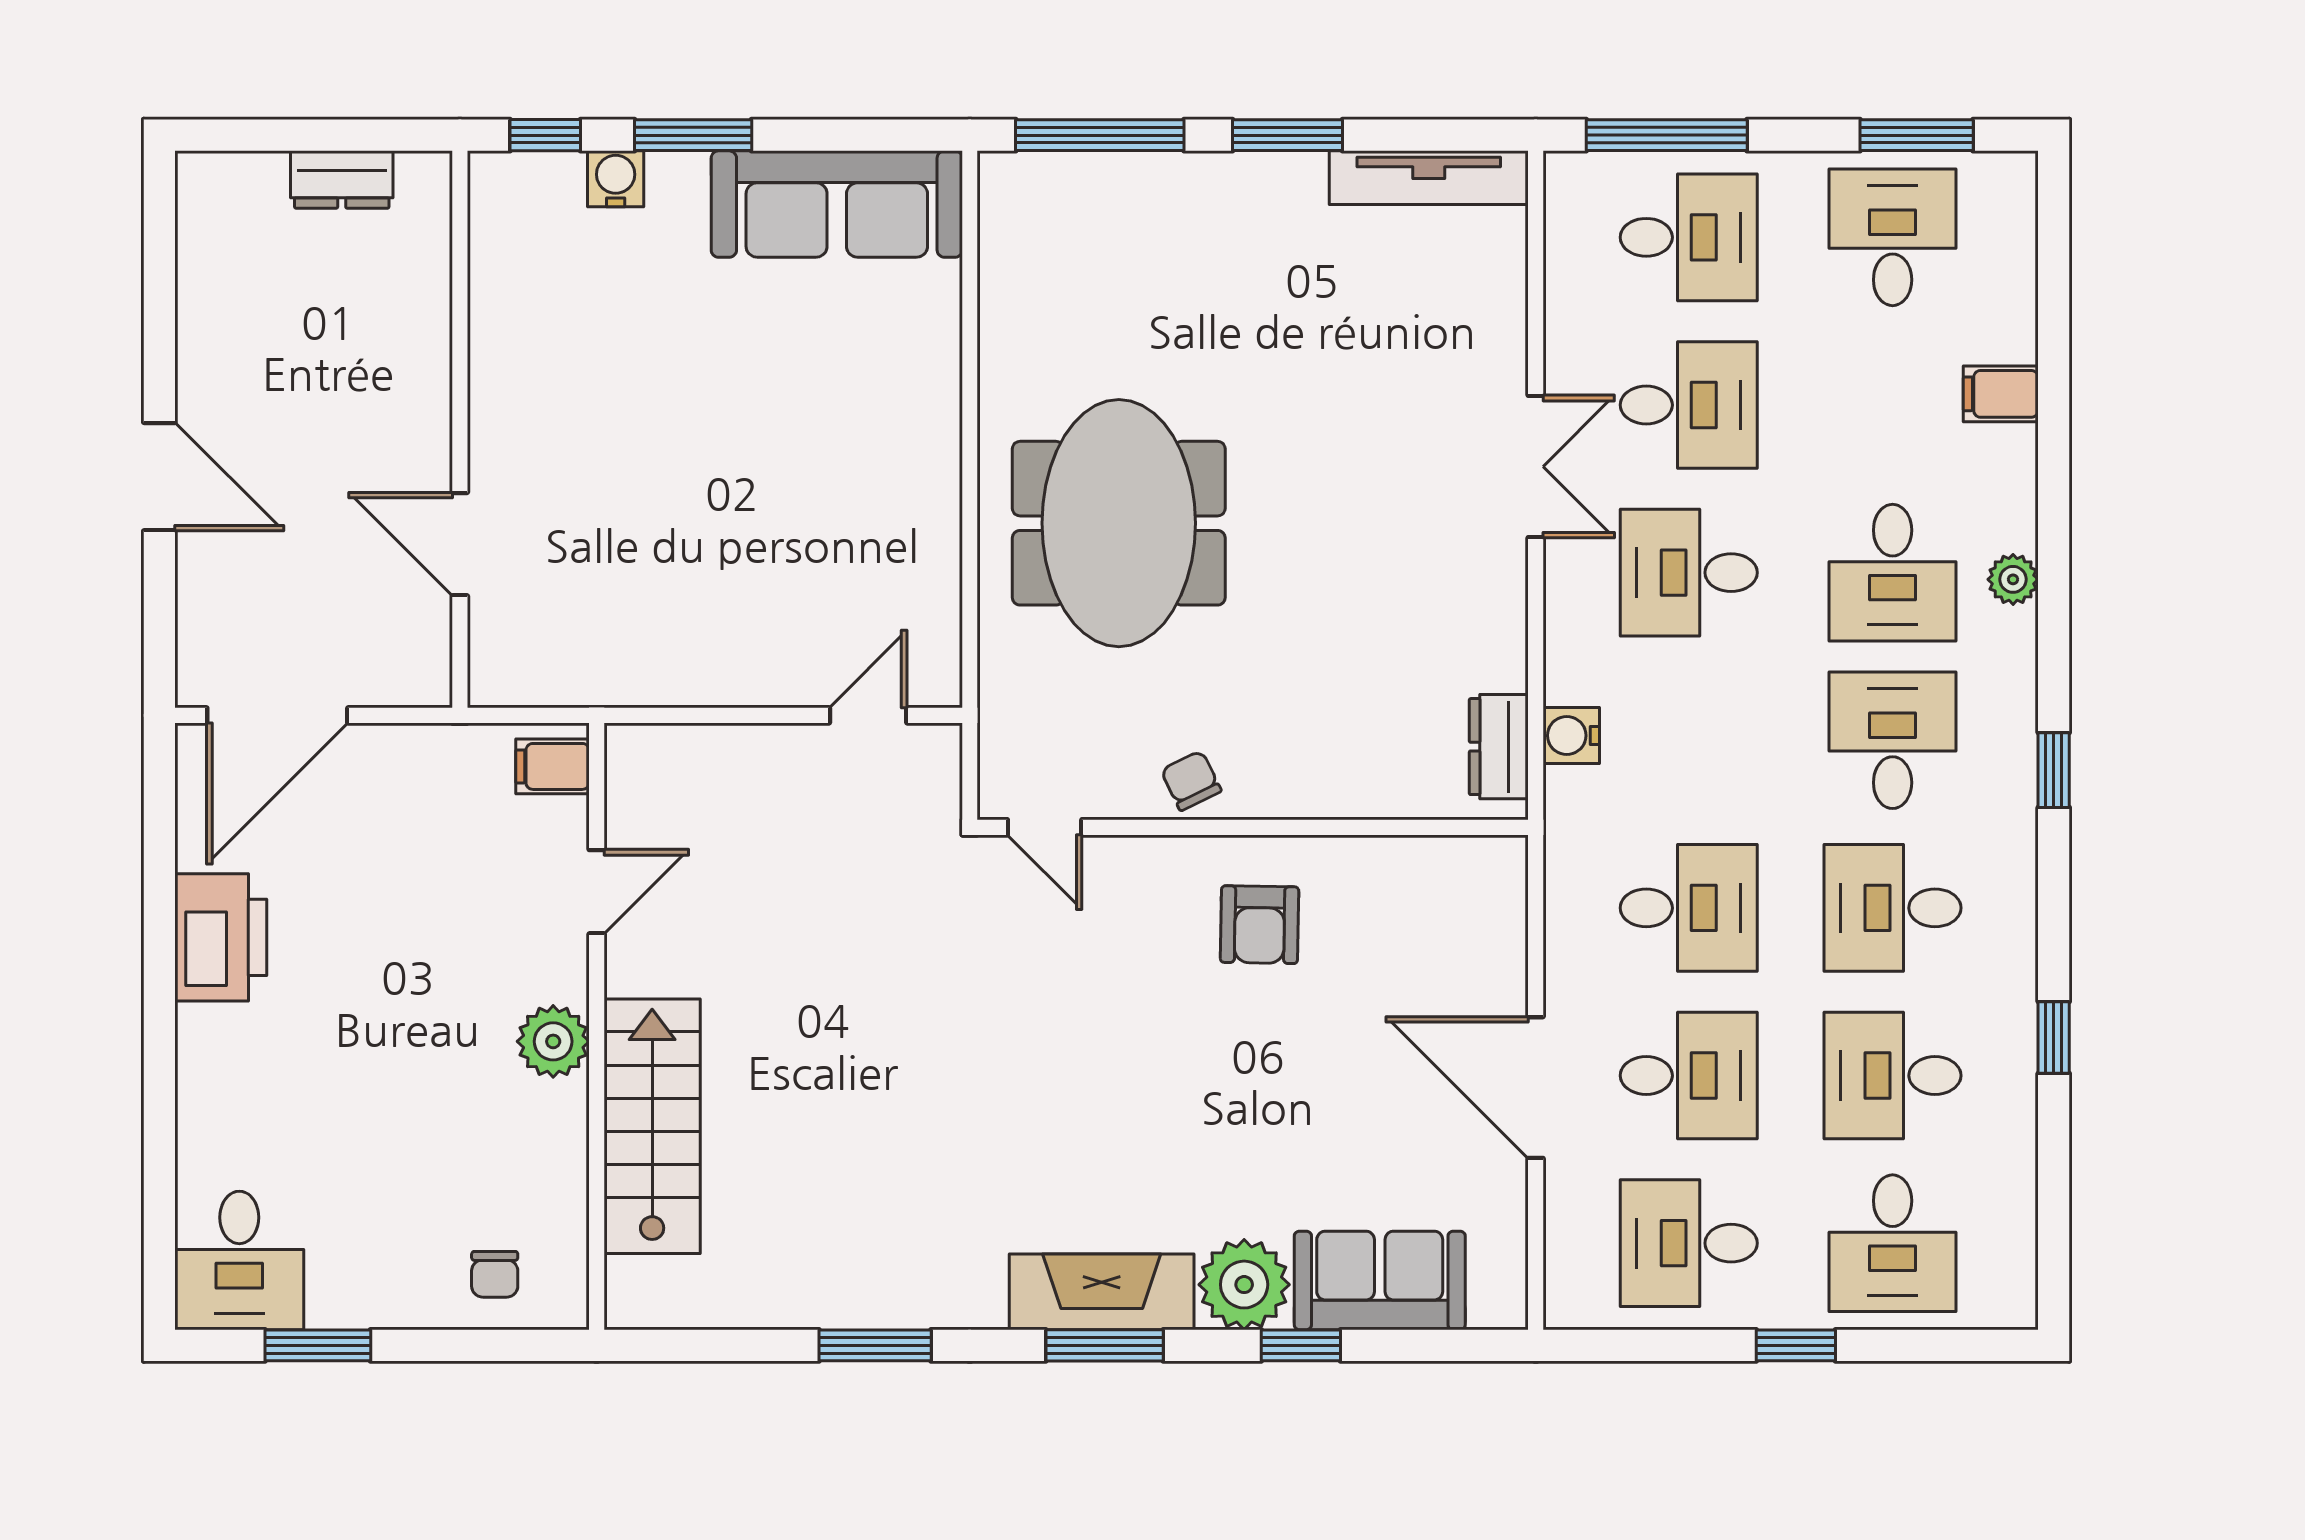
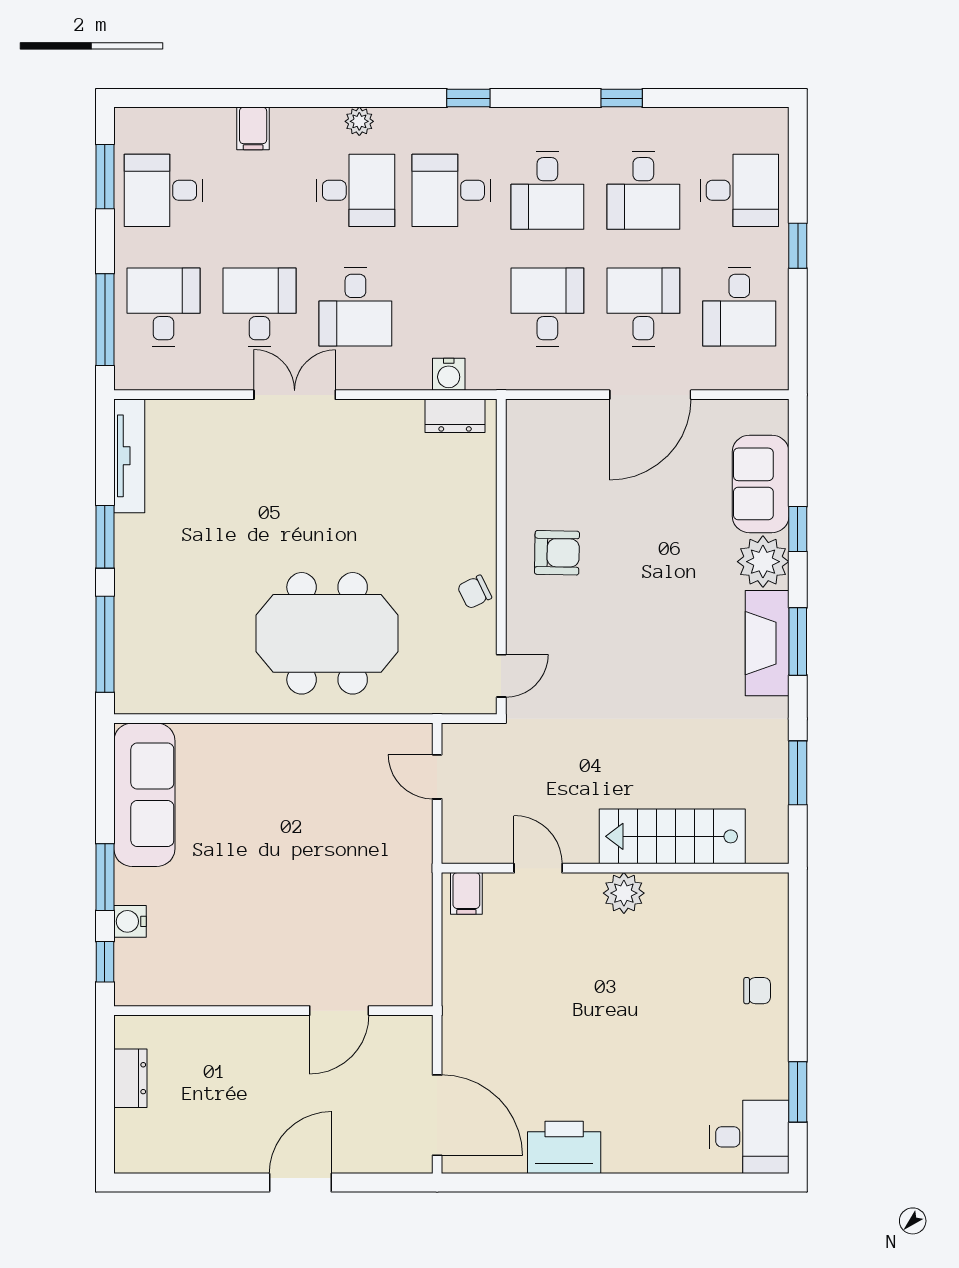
filing cabinet: (552, 766) -> (466, 893), moved
door: (597, 892) -> (538, 868), moved
wall: (597, 1026) -> (615, 868), moved
plant: (553, 1041) -> (624, 893), moved
stairs: (652, 1126) -> (672, 836), moved

